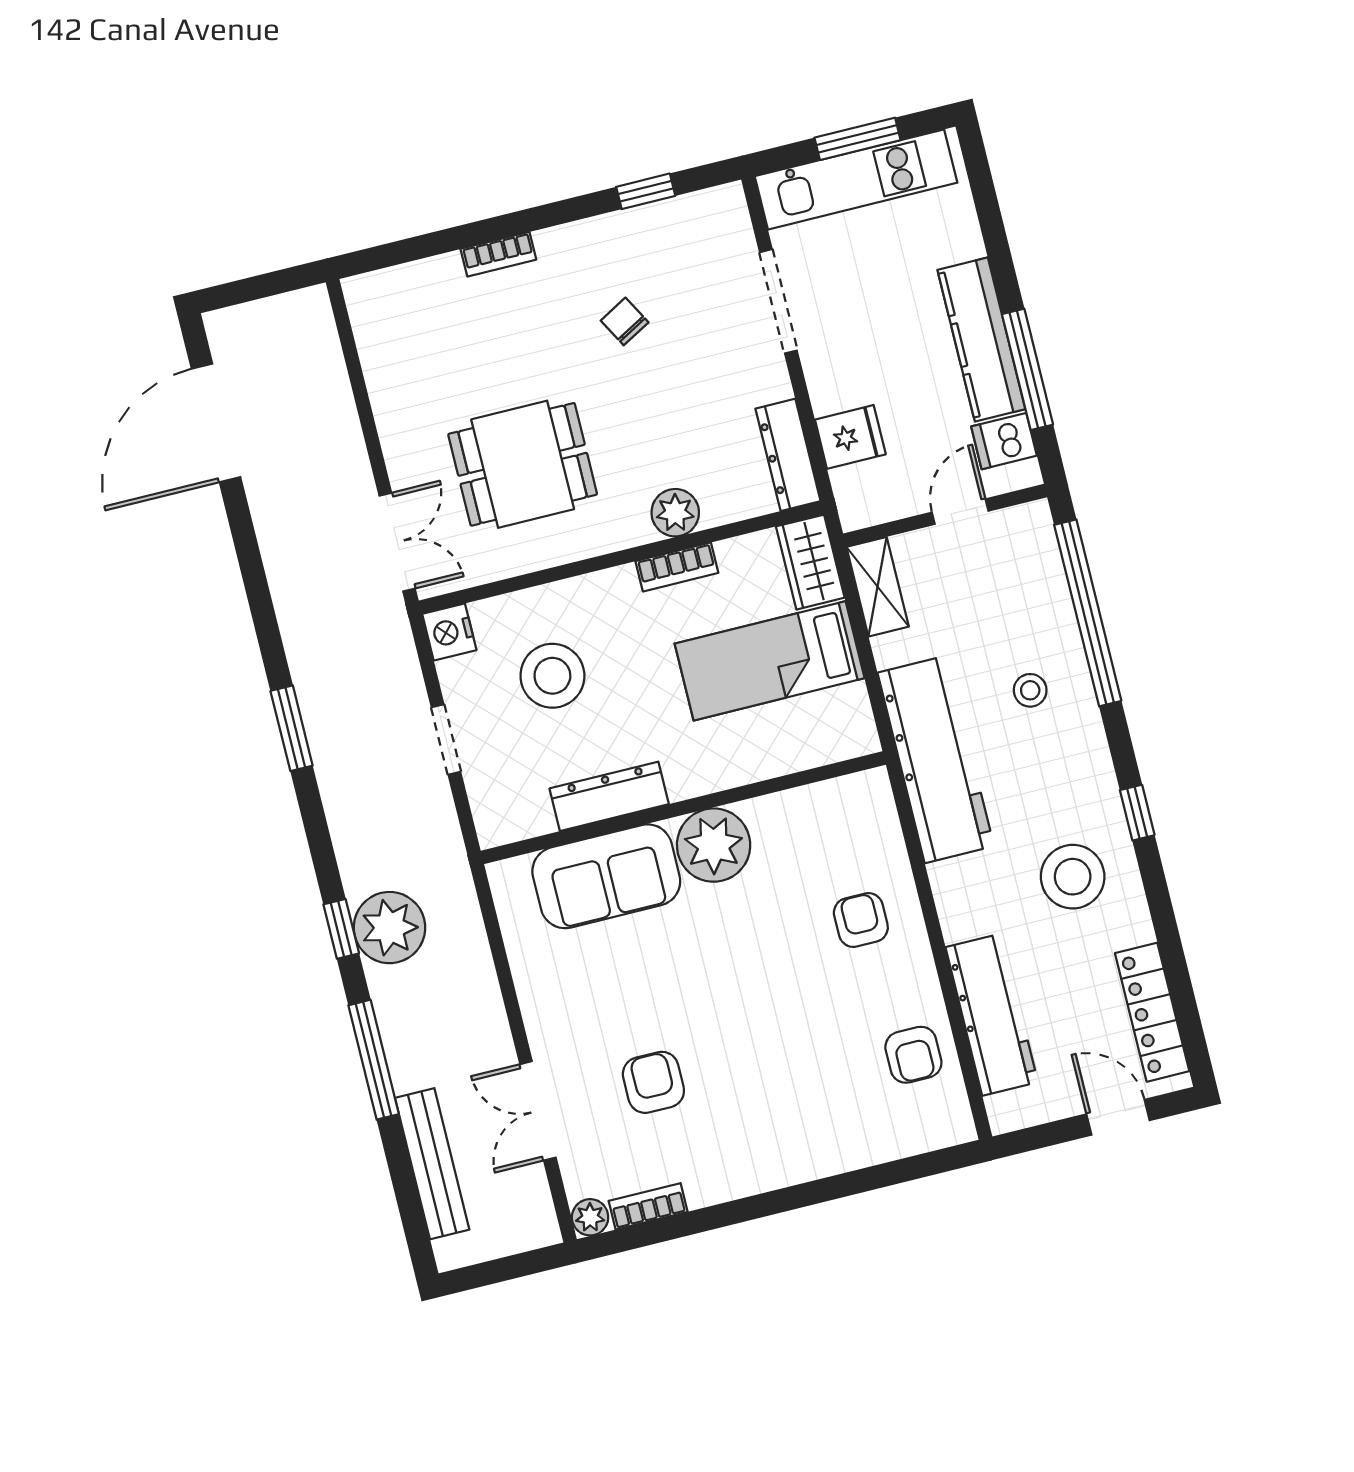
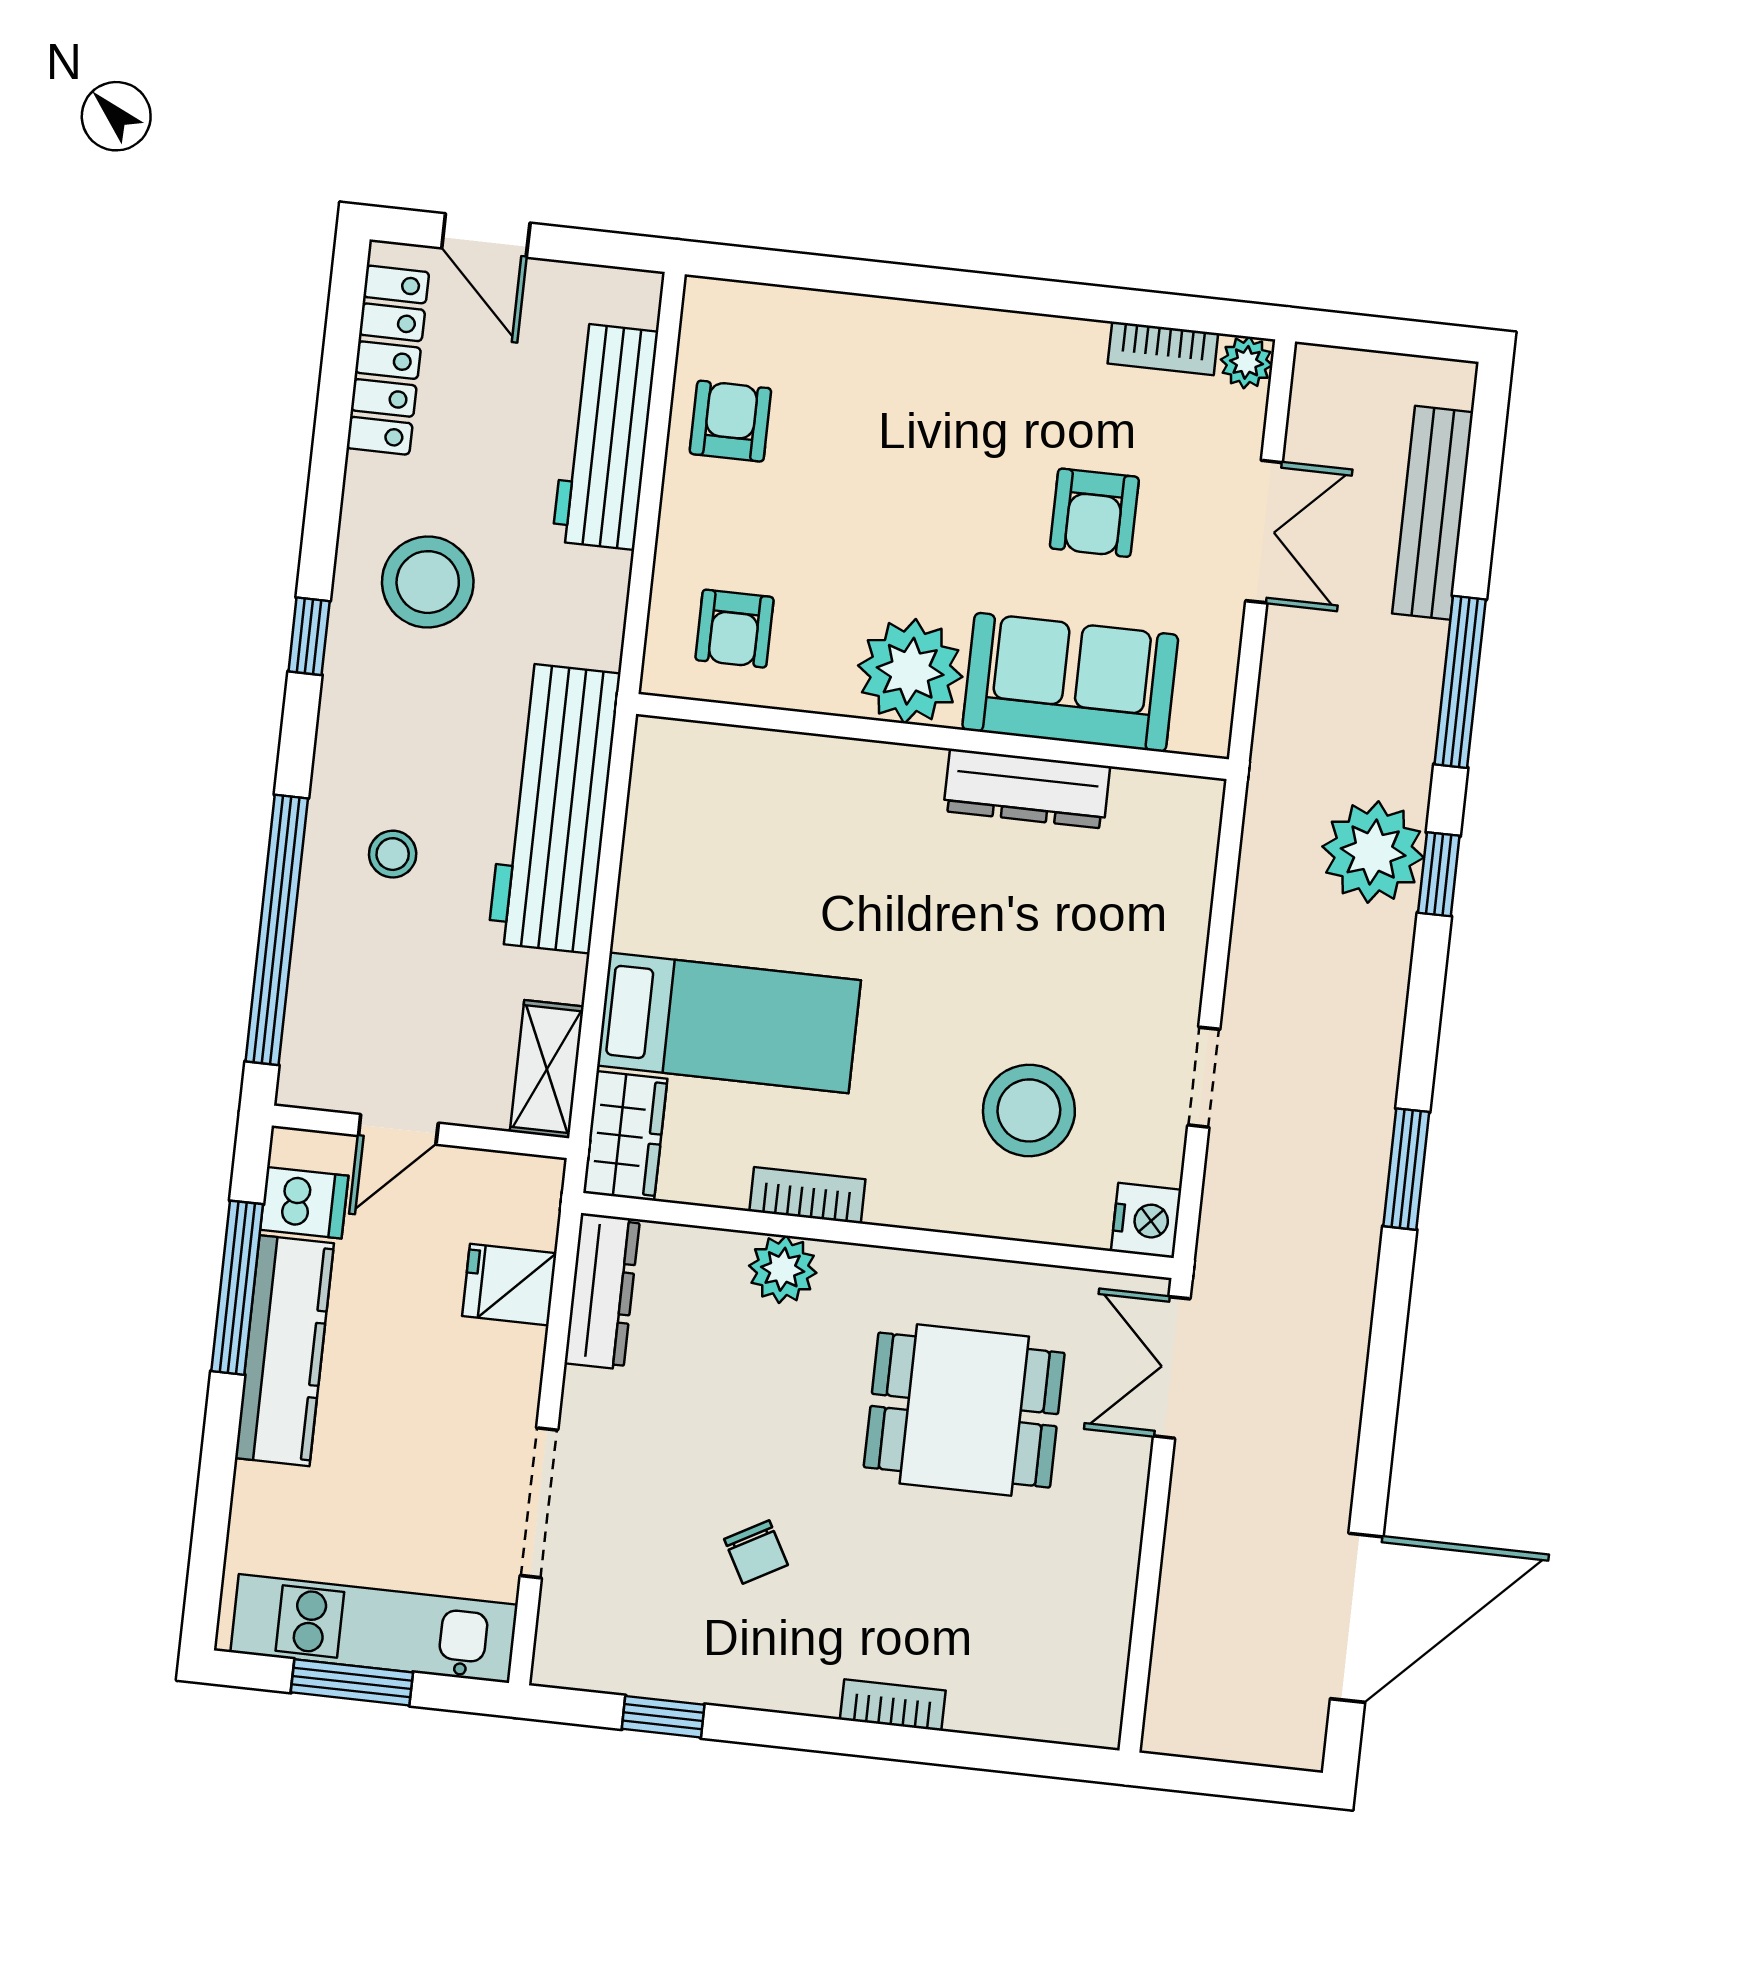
dresser: (609, 796) -> (1027, 789), moved
wall: (683, 808) -> (932, 737), moved
plant: (714, 845) -> (910, 671), moved
sofa: (606, 876) -> (1070, 682), moved

